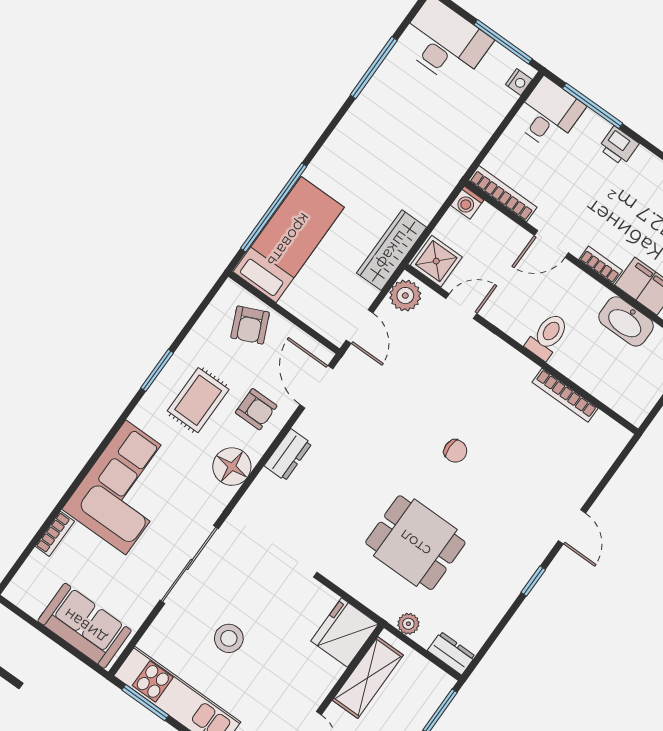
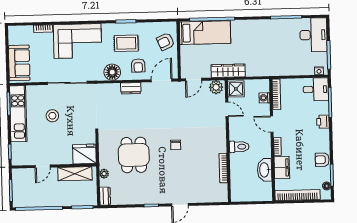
washing machine: (467, 203) -> (264, 98), moved

